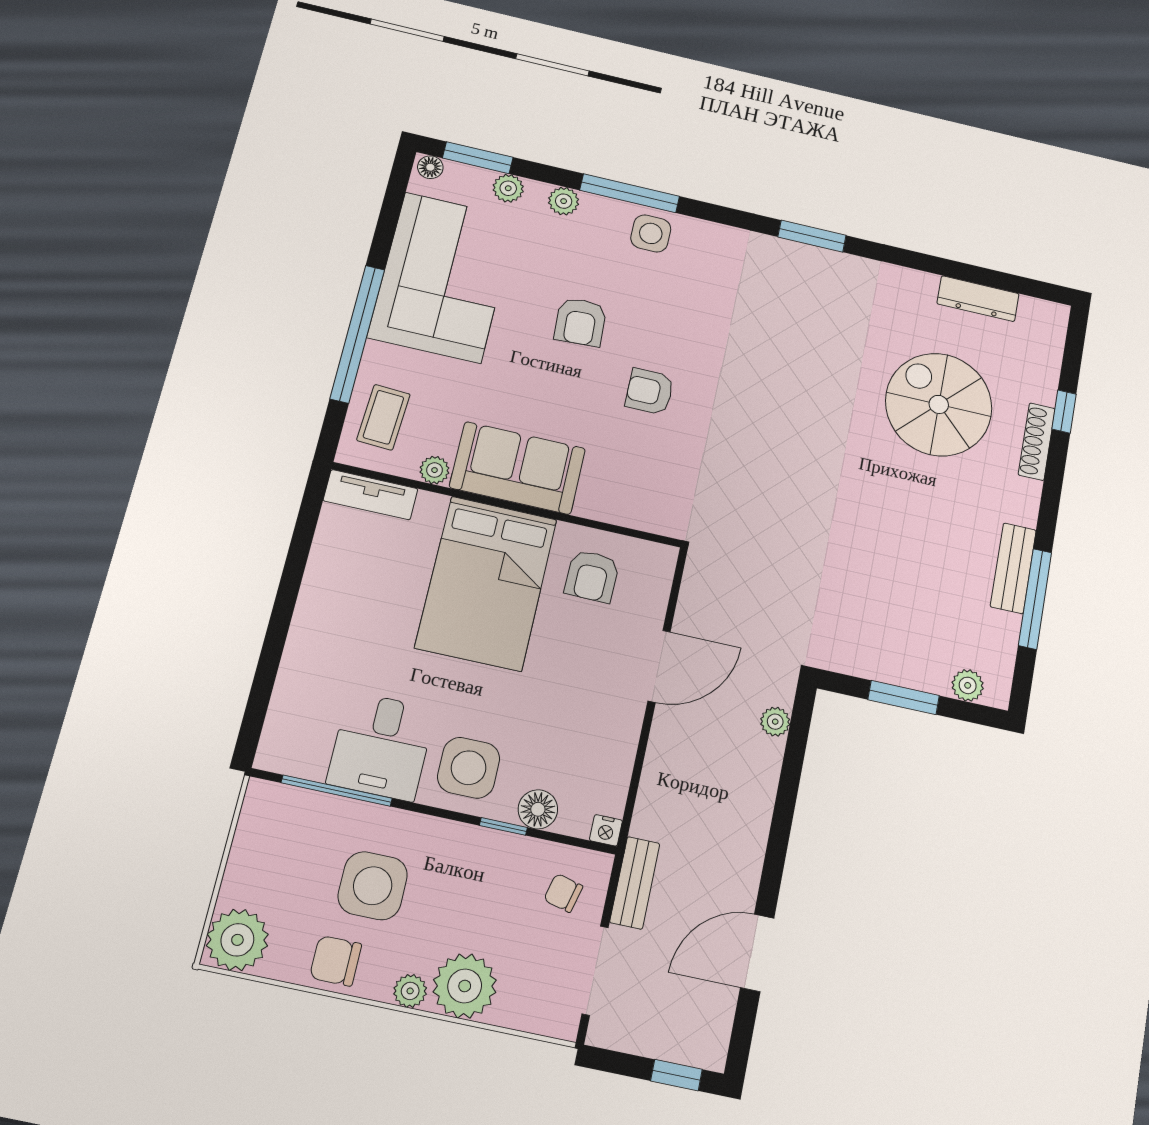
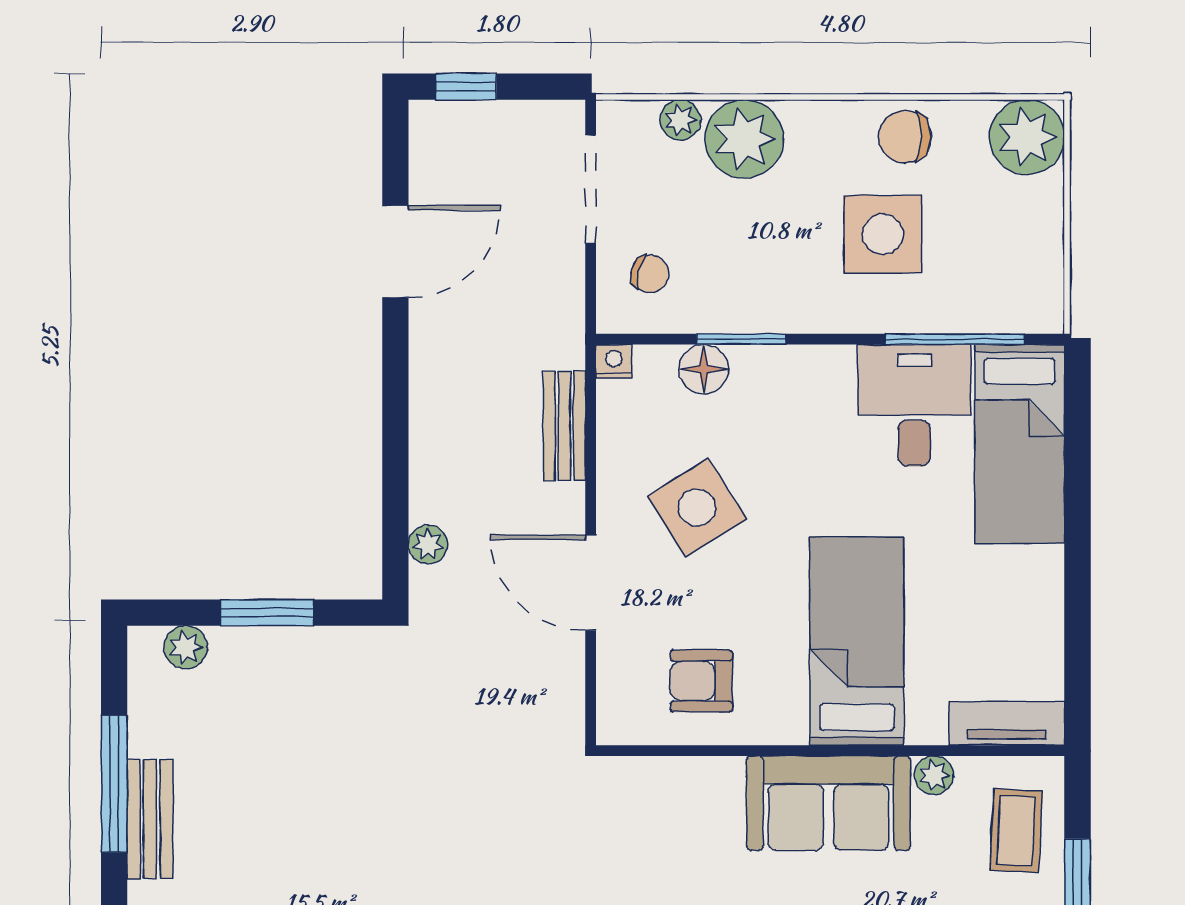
armchair: (592, 576) -> (701, 681), turned -91
bed: (486, 583) -> (857, 641), width x0.67
door: (659, 666) -> (591, 583), hinge flipped
bed: (307, 699) -> (1020, 444), added
side table: (469, 768) -> (697, 508), moved, turned -32
window: (503, 826) -> (741, 339), width x1.50
bench: (635, 883) -> (564, 426), moved
chair: (336, 961) -> (905, 137), turned 180
plant: (410, 991) -> (680, 120), moved

